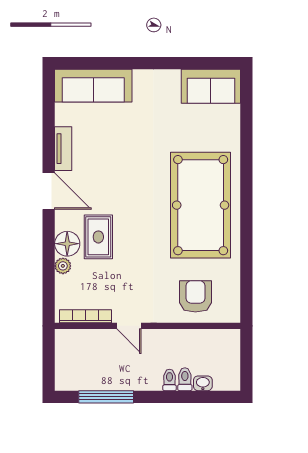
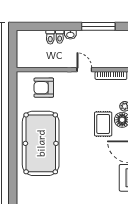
armchair: (195, 296) -> (44, 88), turned 90
washbasin: (203, 383) -> (70, 35), moved

